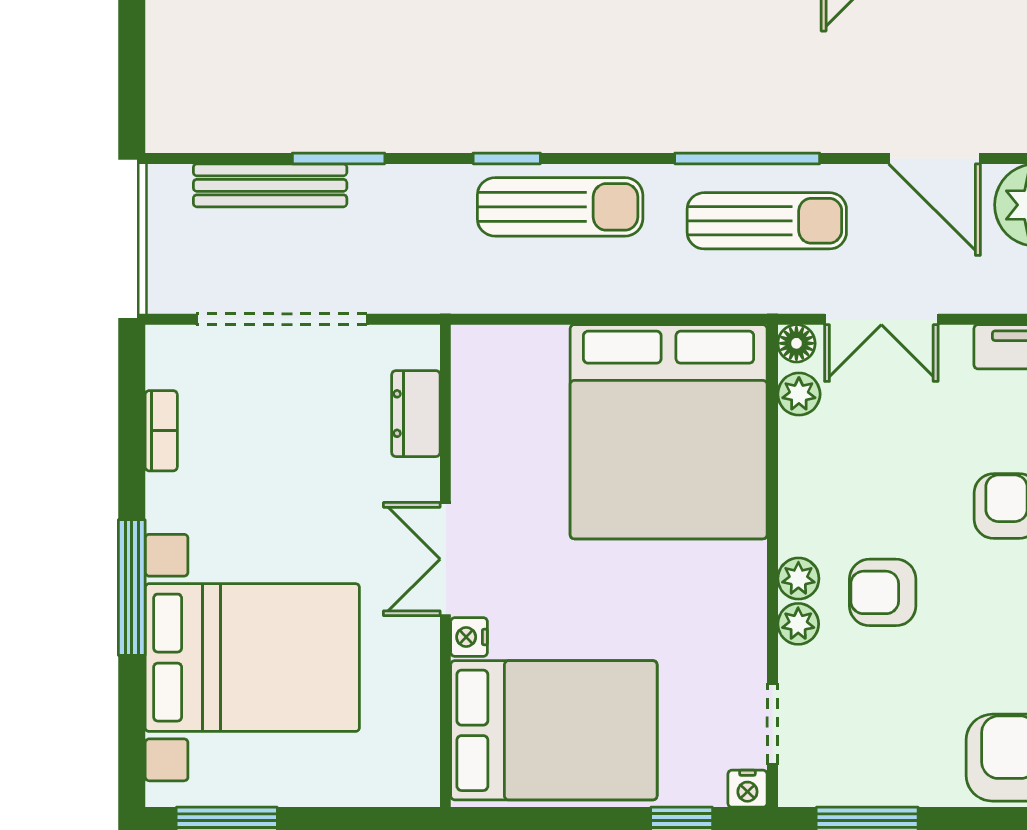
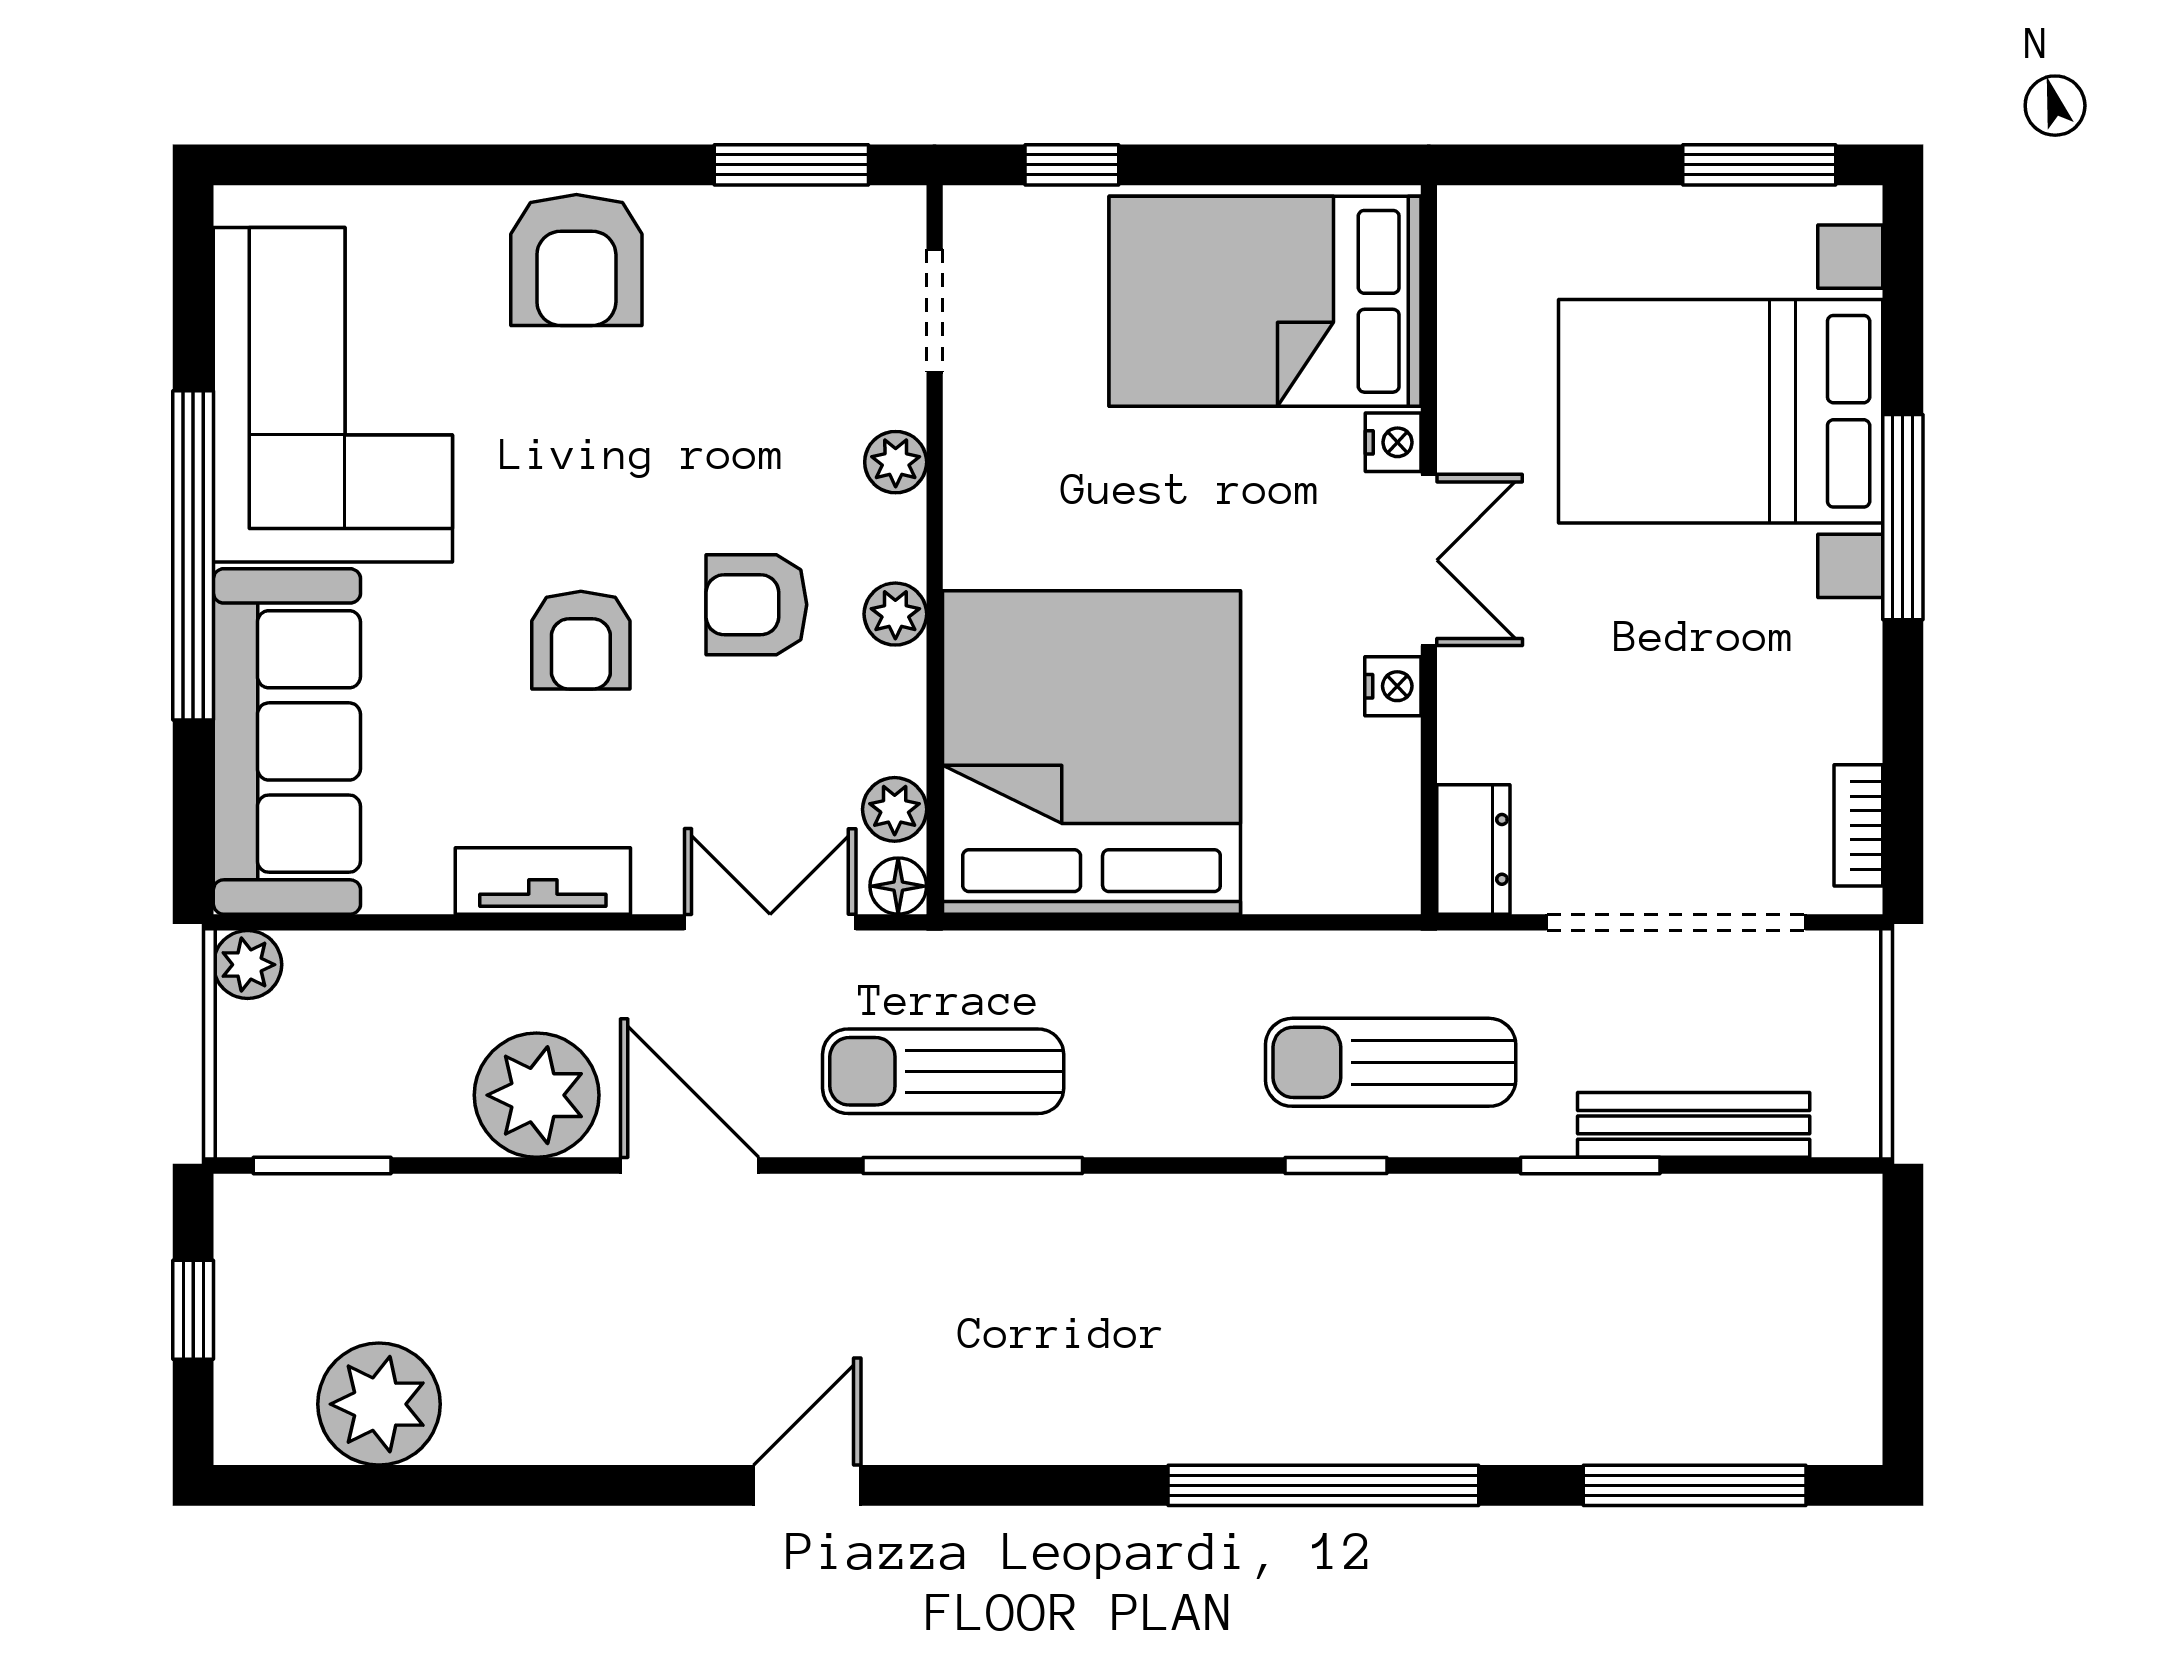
sun lounger: (560, 207) -> (1391, 1062), moved
dresser: (416, 414) -> (1473, 849), moved
bookcase: (161, 431) -> (1858, 825), moved
plant: (798, 579) -> (895, 614), moved
armchair: (883, 592) -> (756, 605), moved, turned 180
nightstand: (747, 789) -> (1393, 686), moved, turned 90

